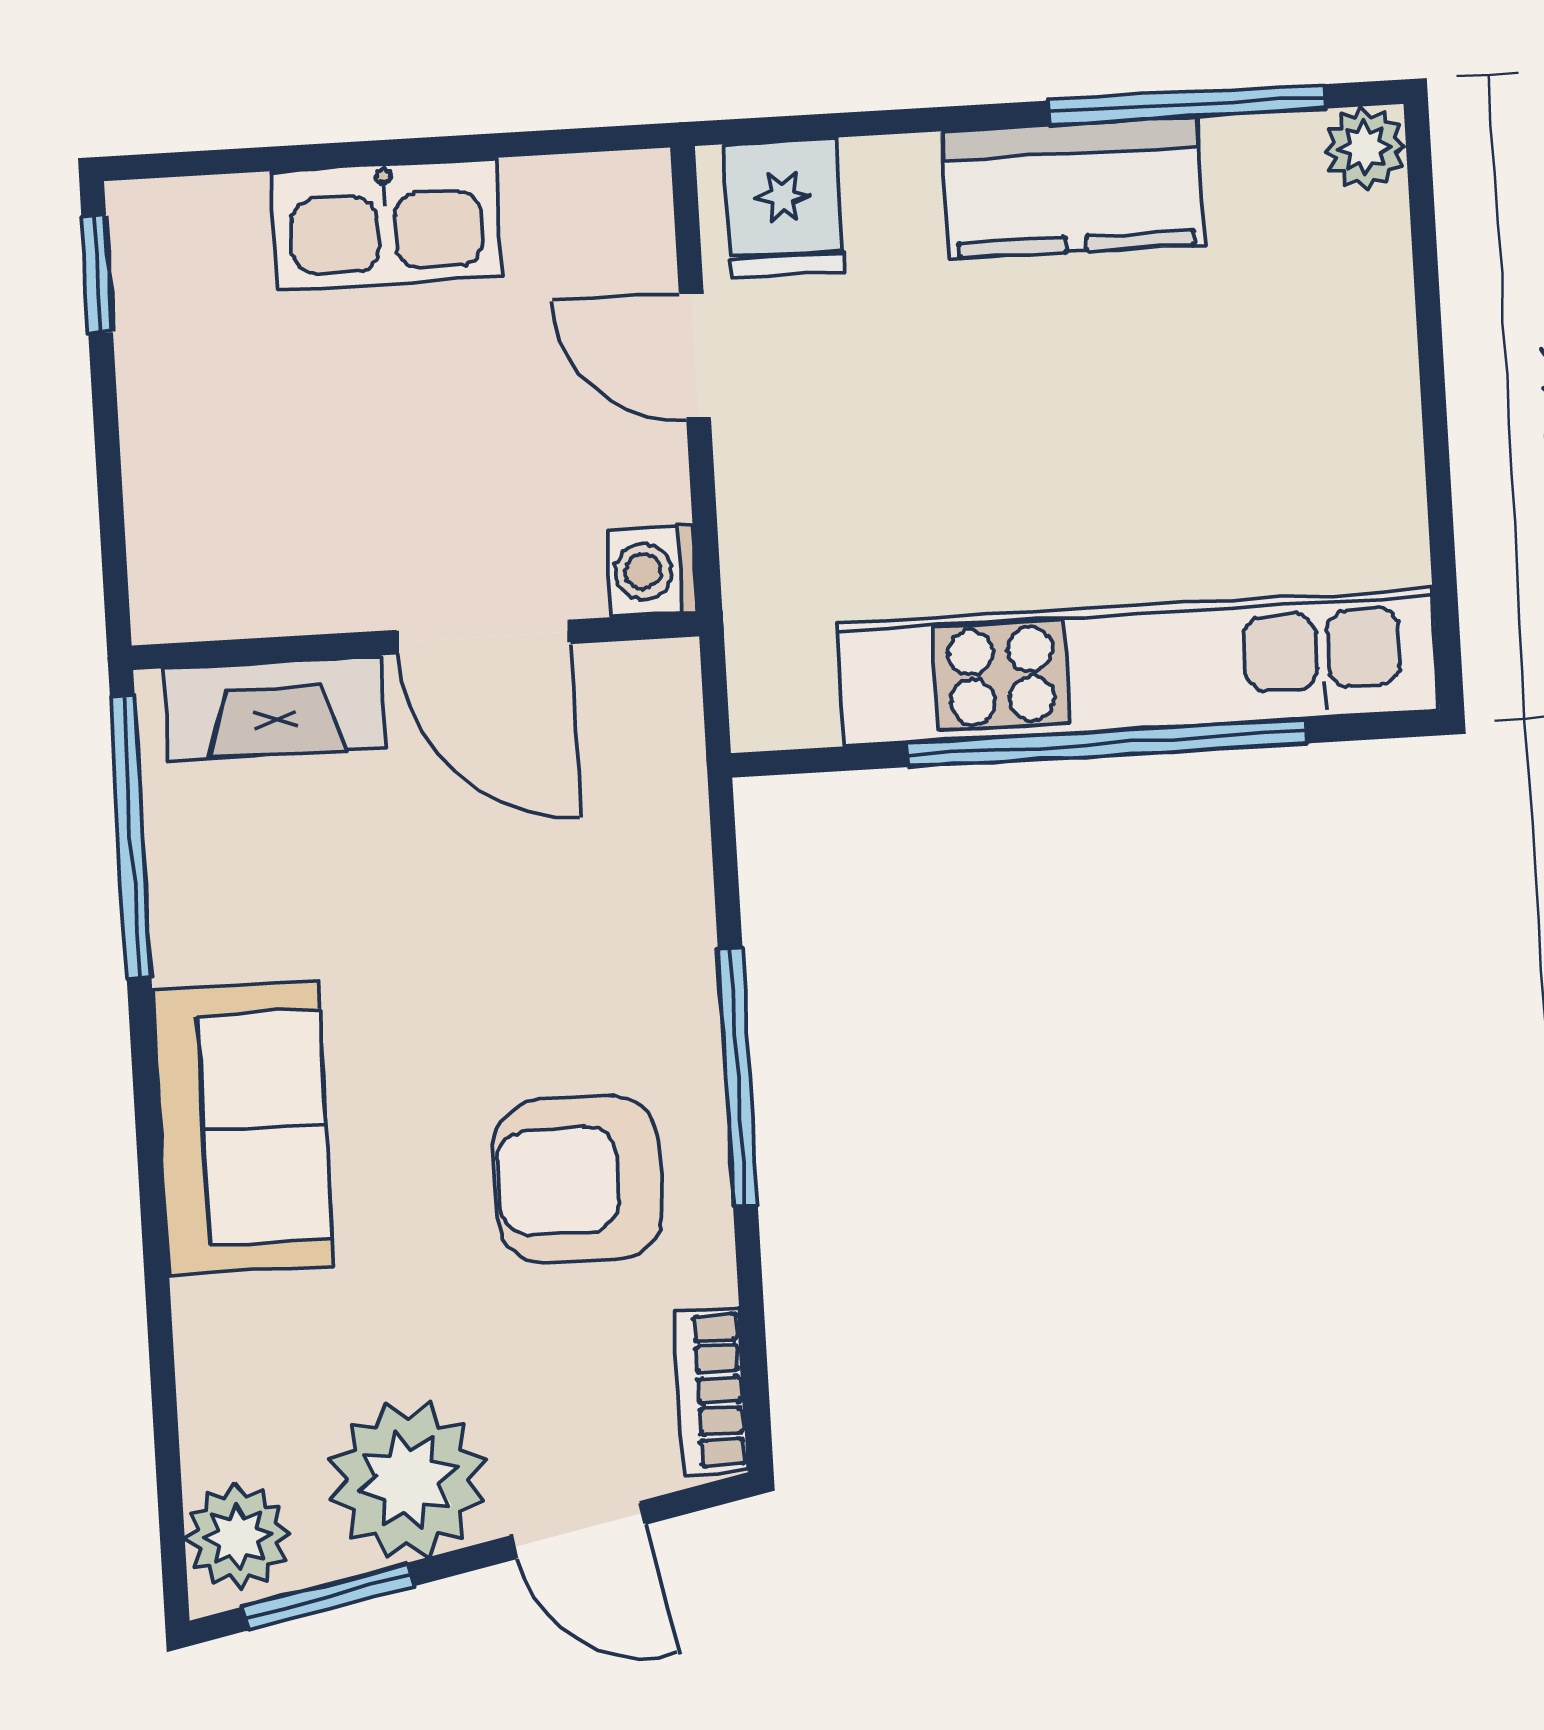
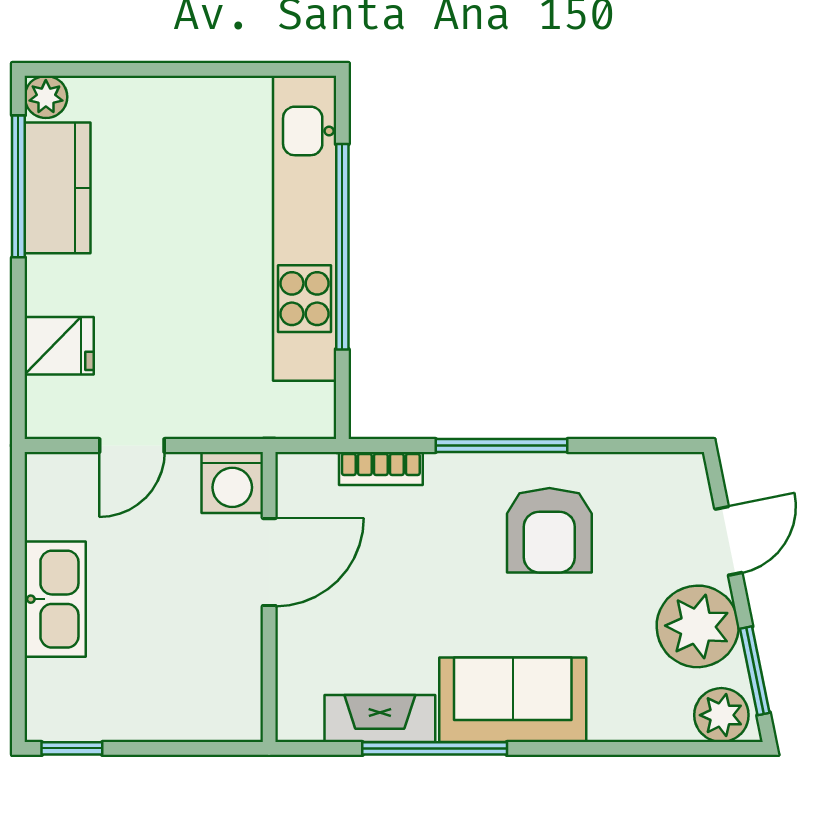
kitchen counter: (1073, 188) -> (58, 188), moved
fridge: (784, 208) -> (59, 346), moved
washing machine: (652, 571) -> (232, 482), width x1.38, depth x1.38
fireplace: (275, 708) -> (380, 719), moved, turned -90
window: (131, 838) -> (435, 748), moved
bookcase: (711, 1390) -> (381, 468), moved

